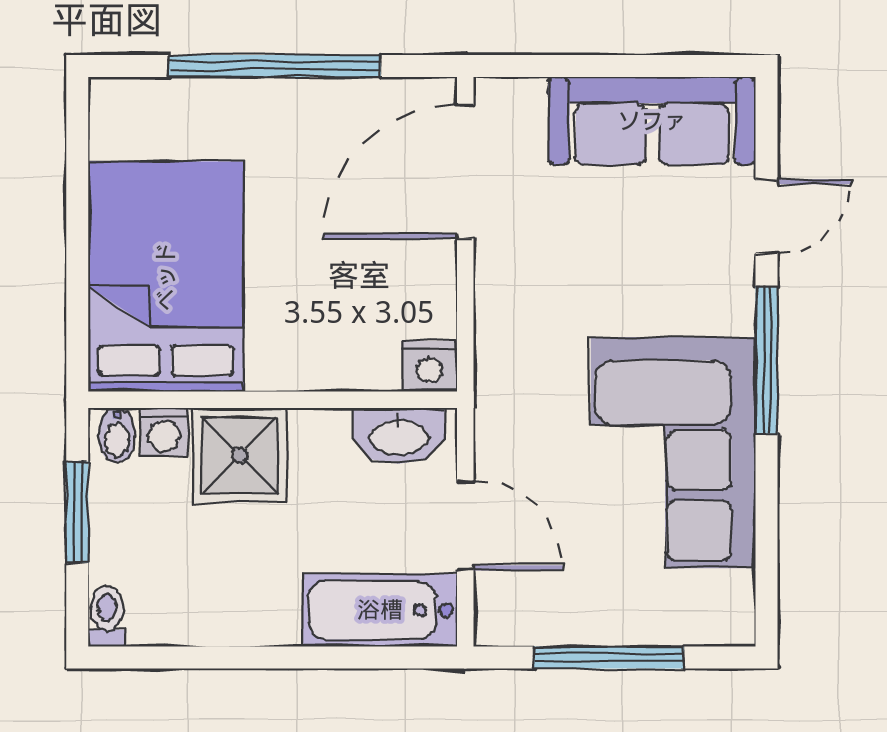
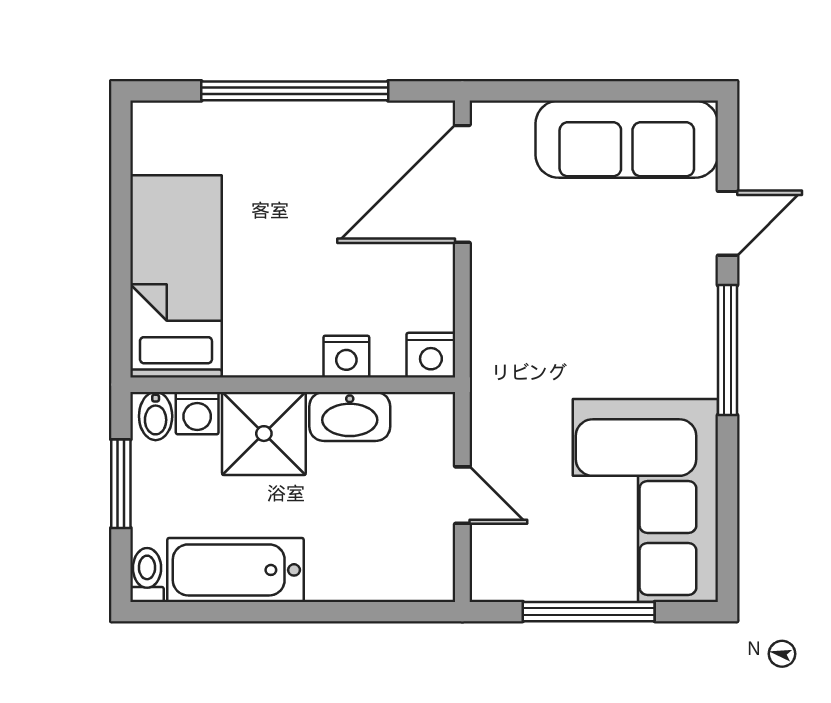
bed: (166, 277) -> (176, 276), width x0.67
nightstand: (333, 368) -> (346, 357), added
washbasin: (399, 436) -> (350, 416), moved
corner sofa: (673, 453) -> (645, 500), moved
door: (465, 525) -> (462, 495), width x0.73
bathtub: (380, 610) -> (235, 570), moved

